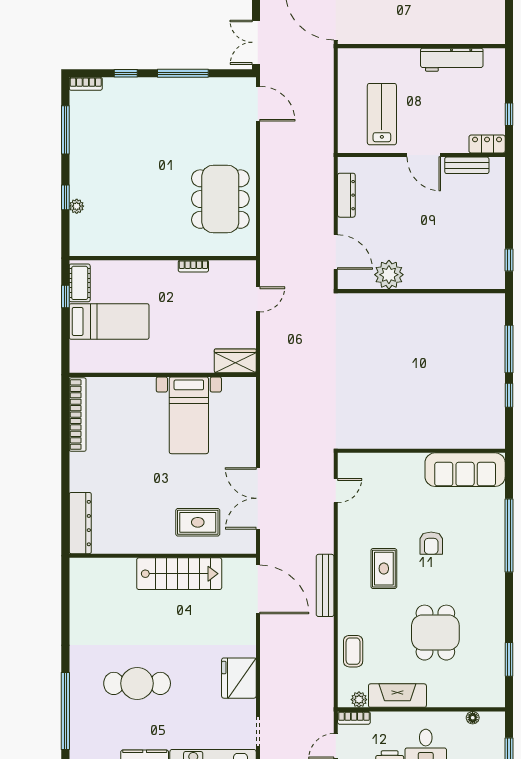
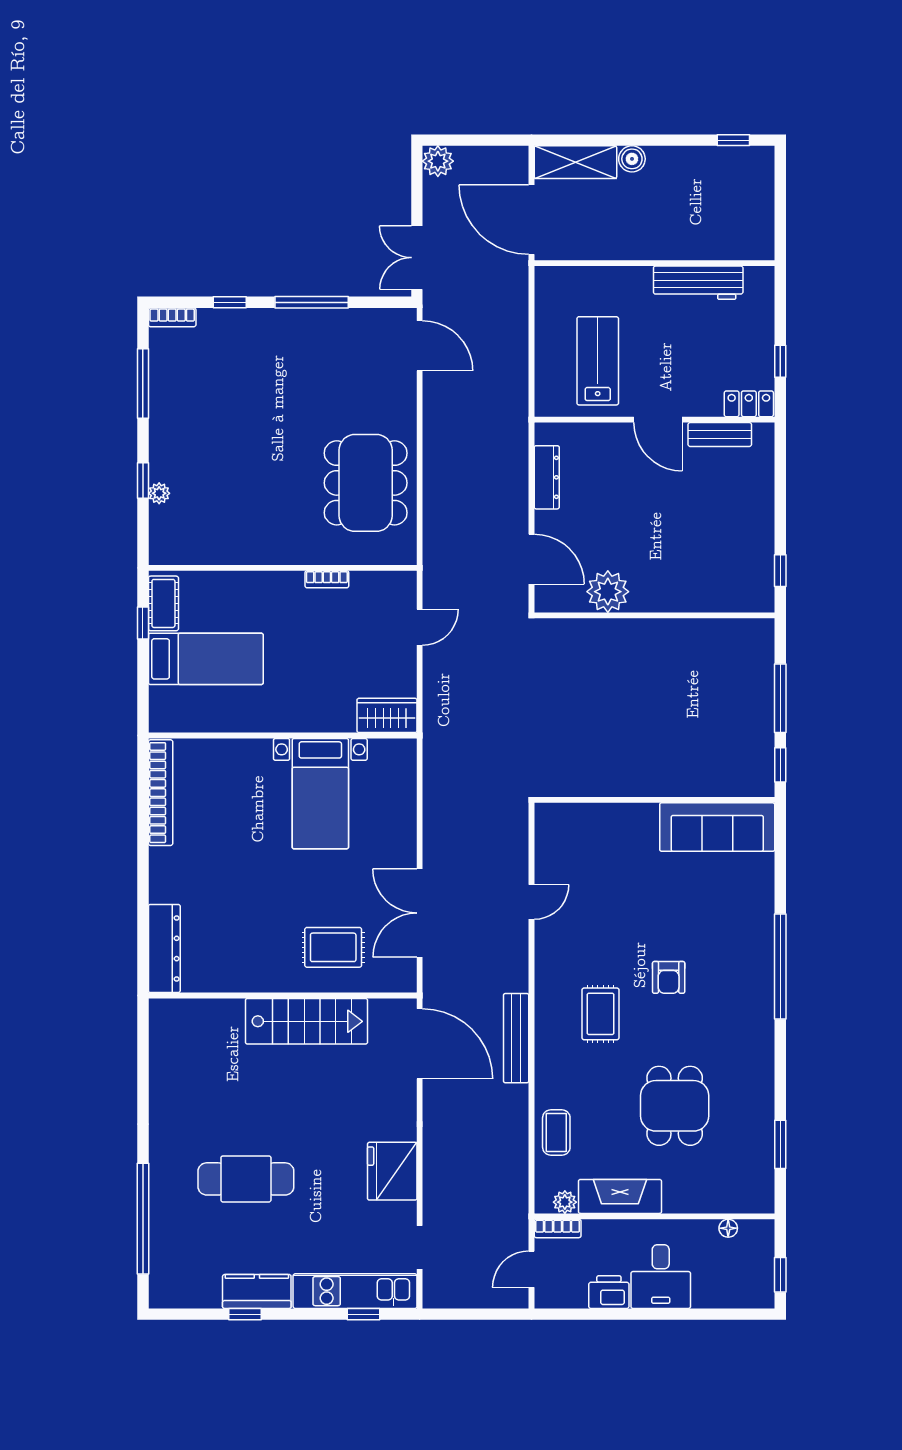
wall: (421, 451) -> (654, 800), moved
sofa: (465, 470) -> (717, 827), moved

